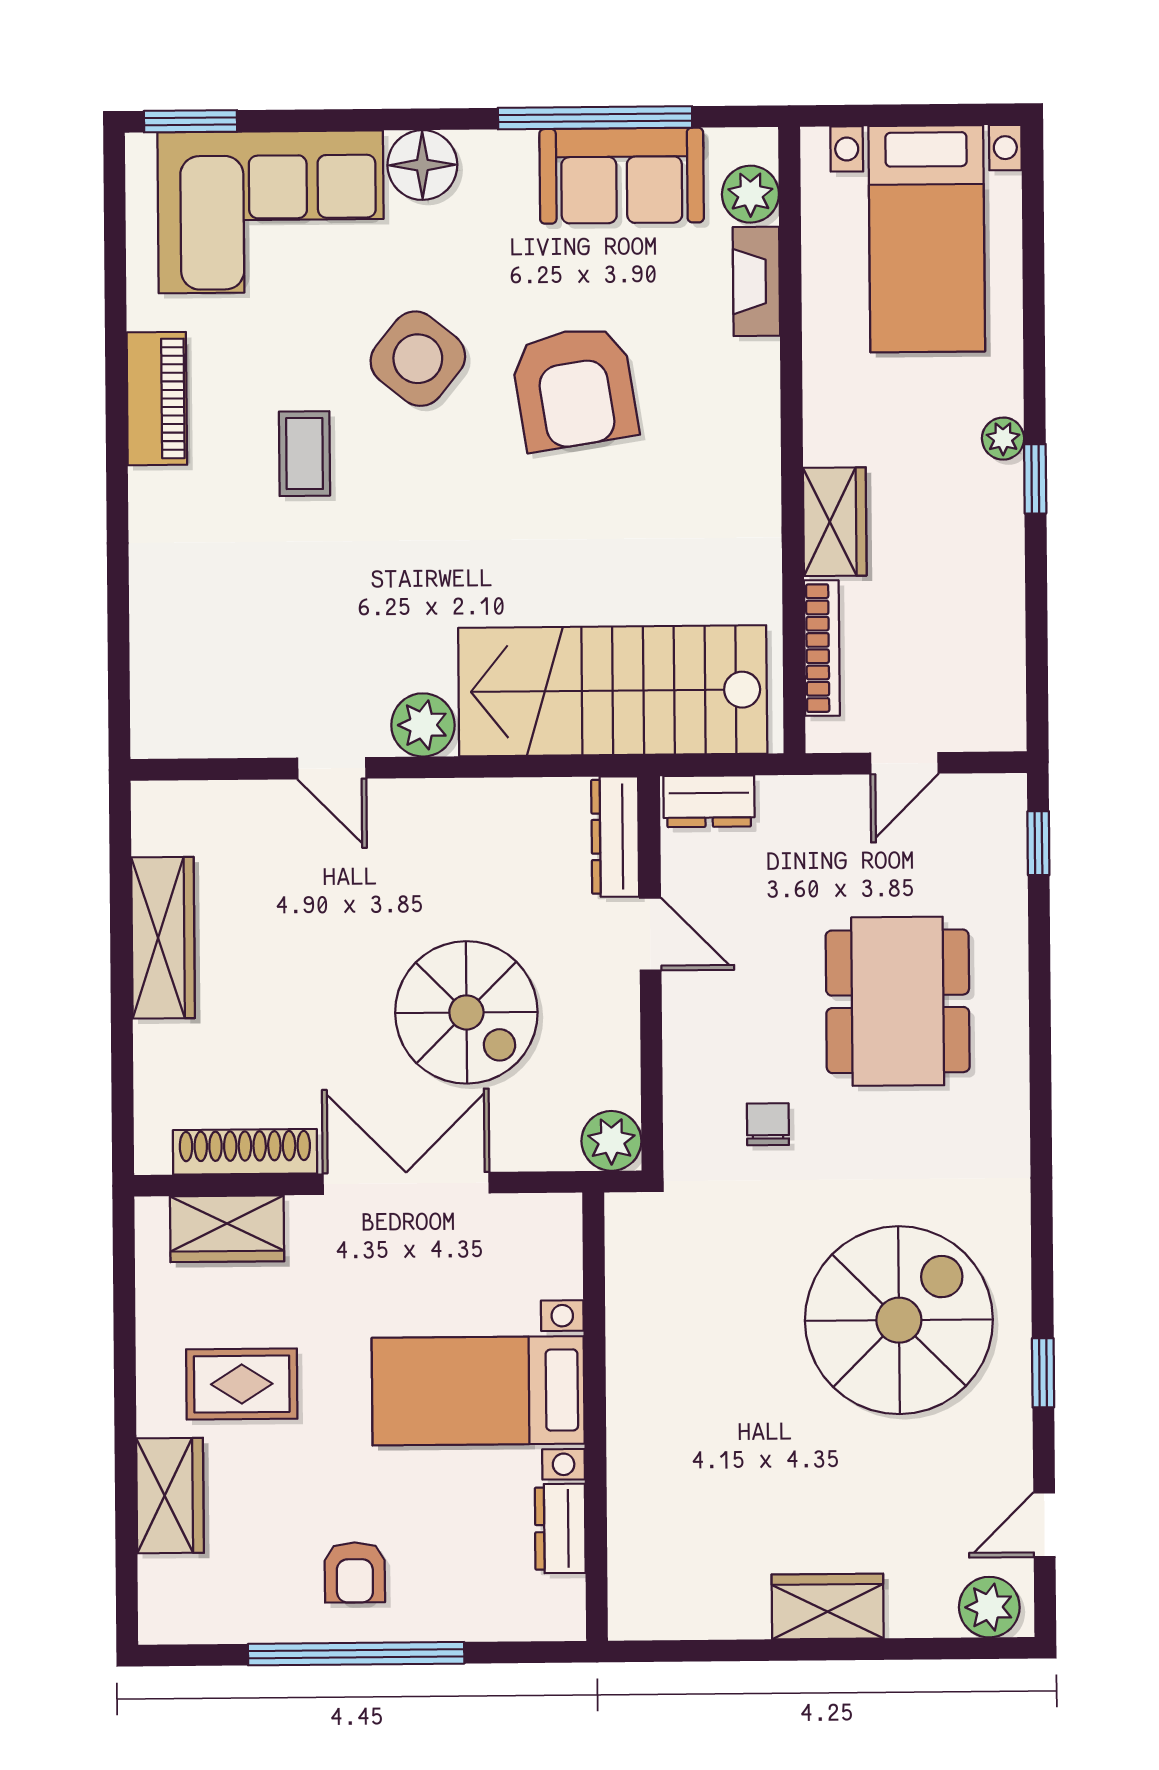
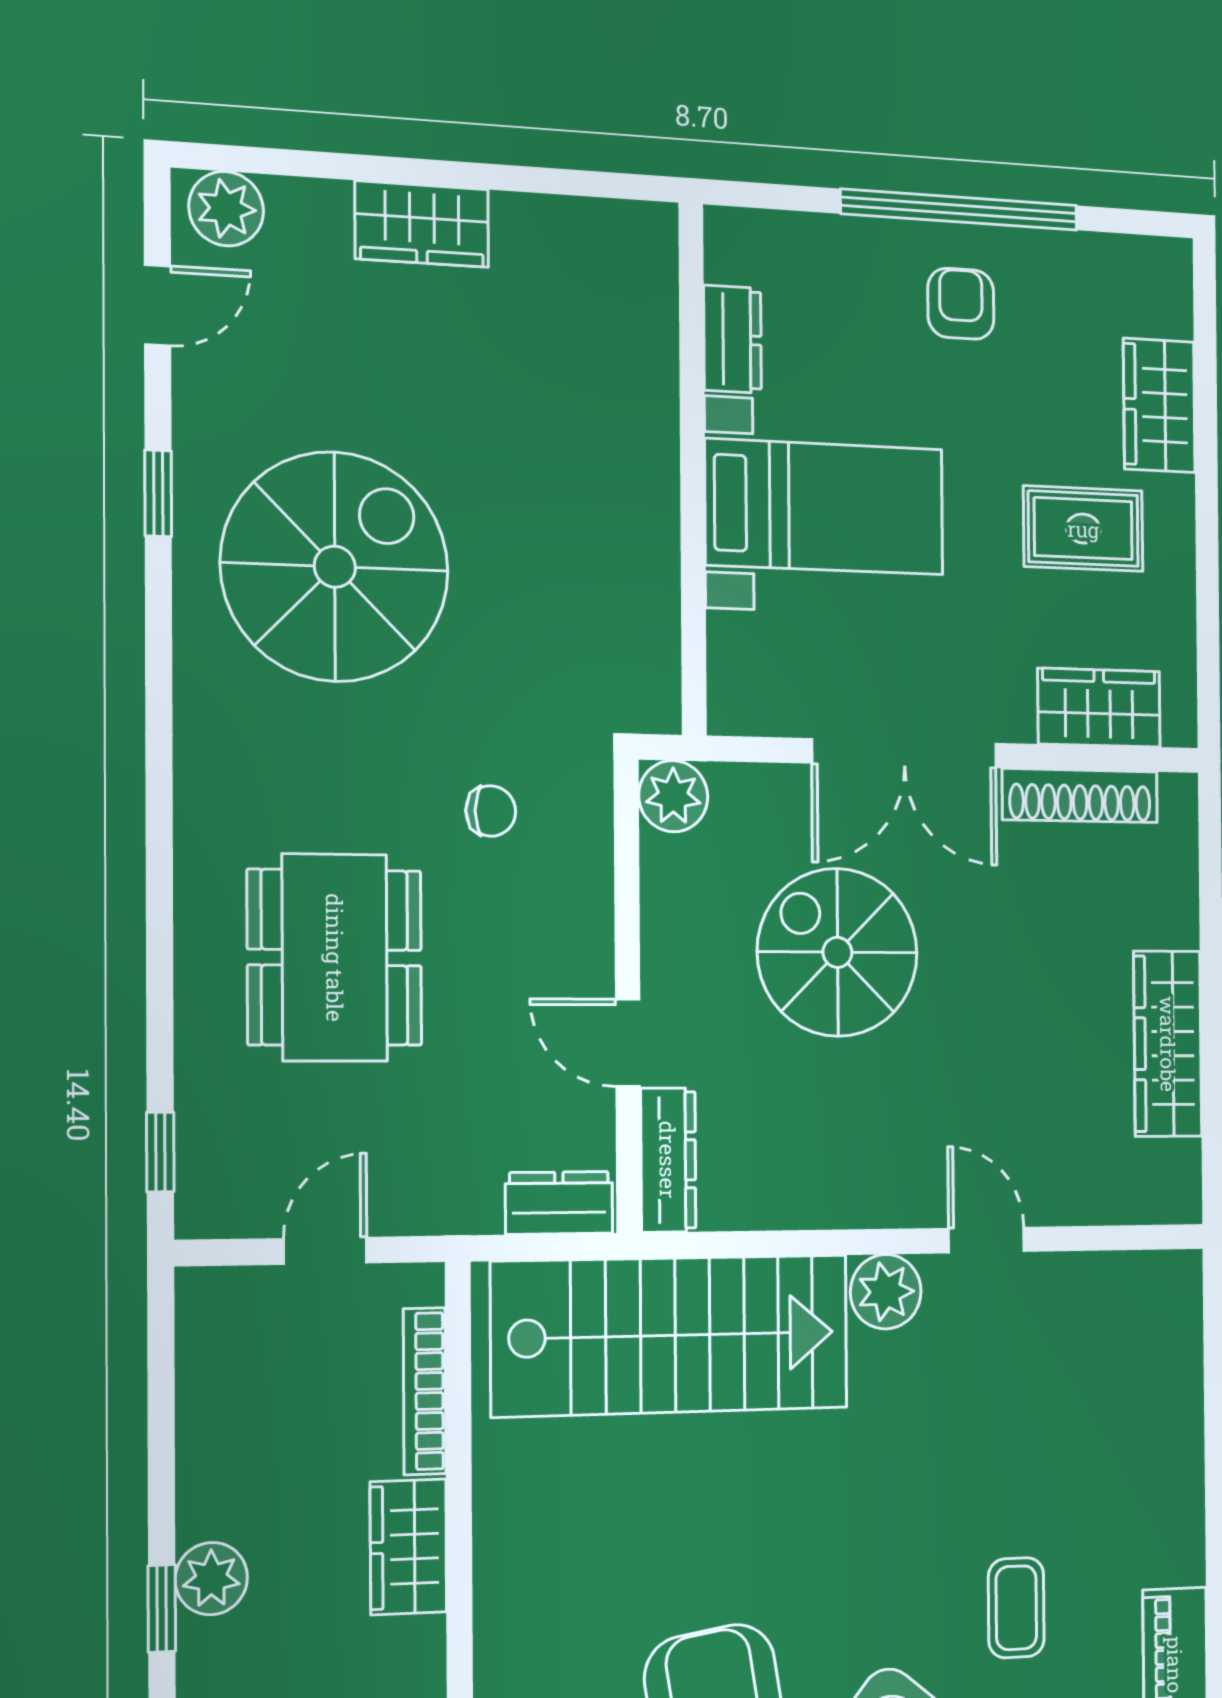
plant: (1003, 439) -> (211, 1579), moved, width x1.38, depth x1.38
chair: (768, 1124) -> (491, 811), turned -90
spiral stairs: (899, 1320) -> (335, 567), turned 180

